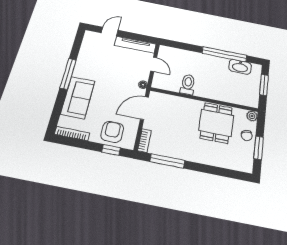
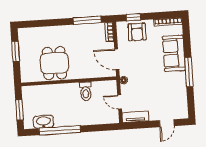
tv unit: (135, 45) -> (135, 117), width x0.71
door: (144, 108) -> (117, 59), swing flipped
plant: (252, 116) -> (25, 78), removed
chair: (247, 136) -> (27, 59), removed

